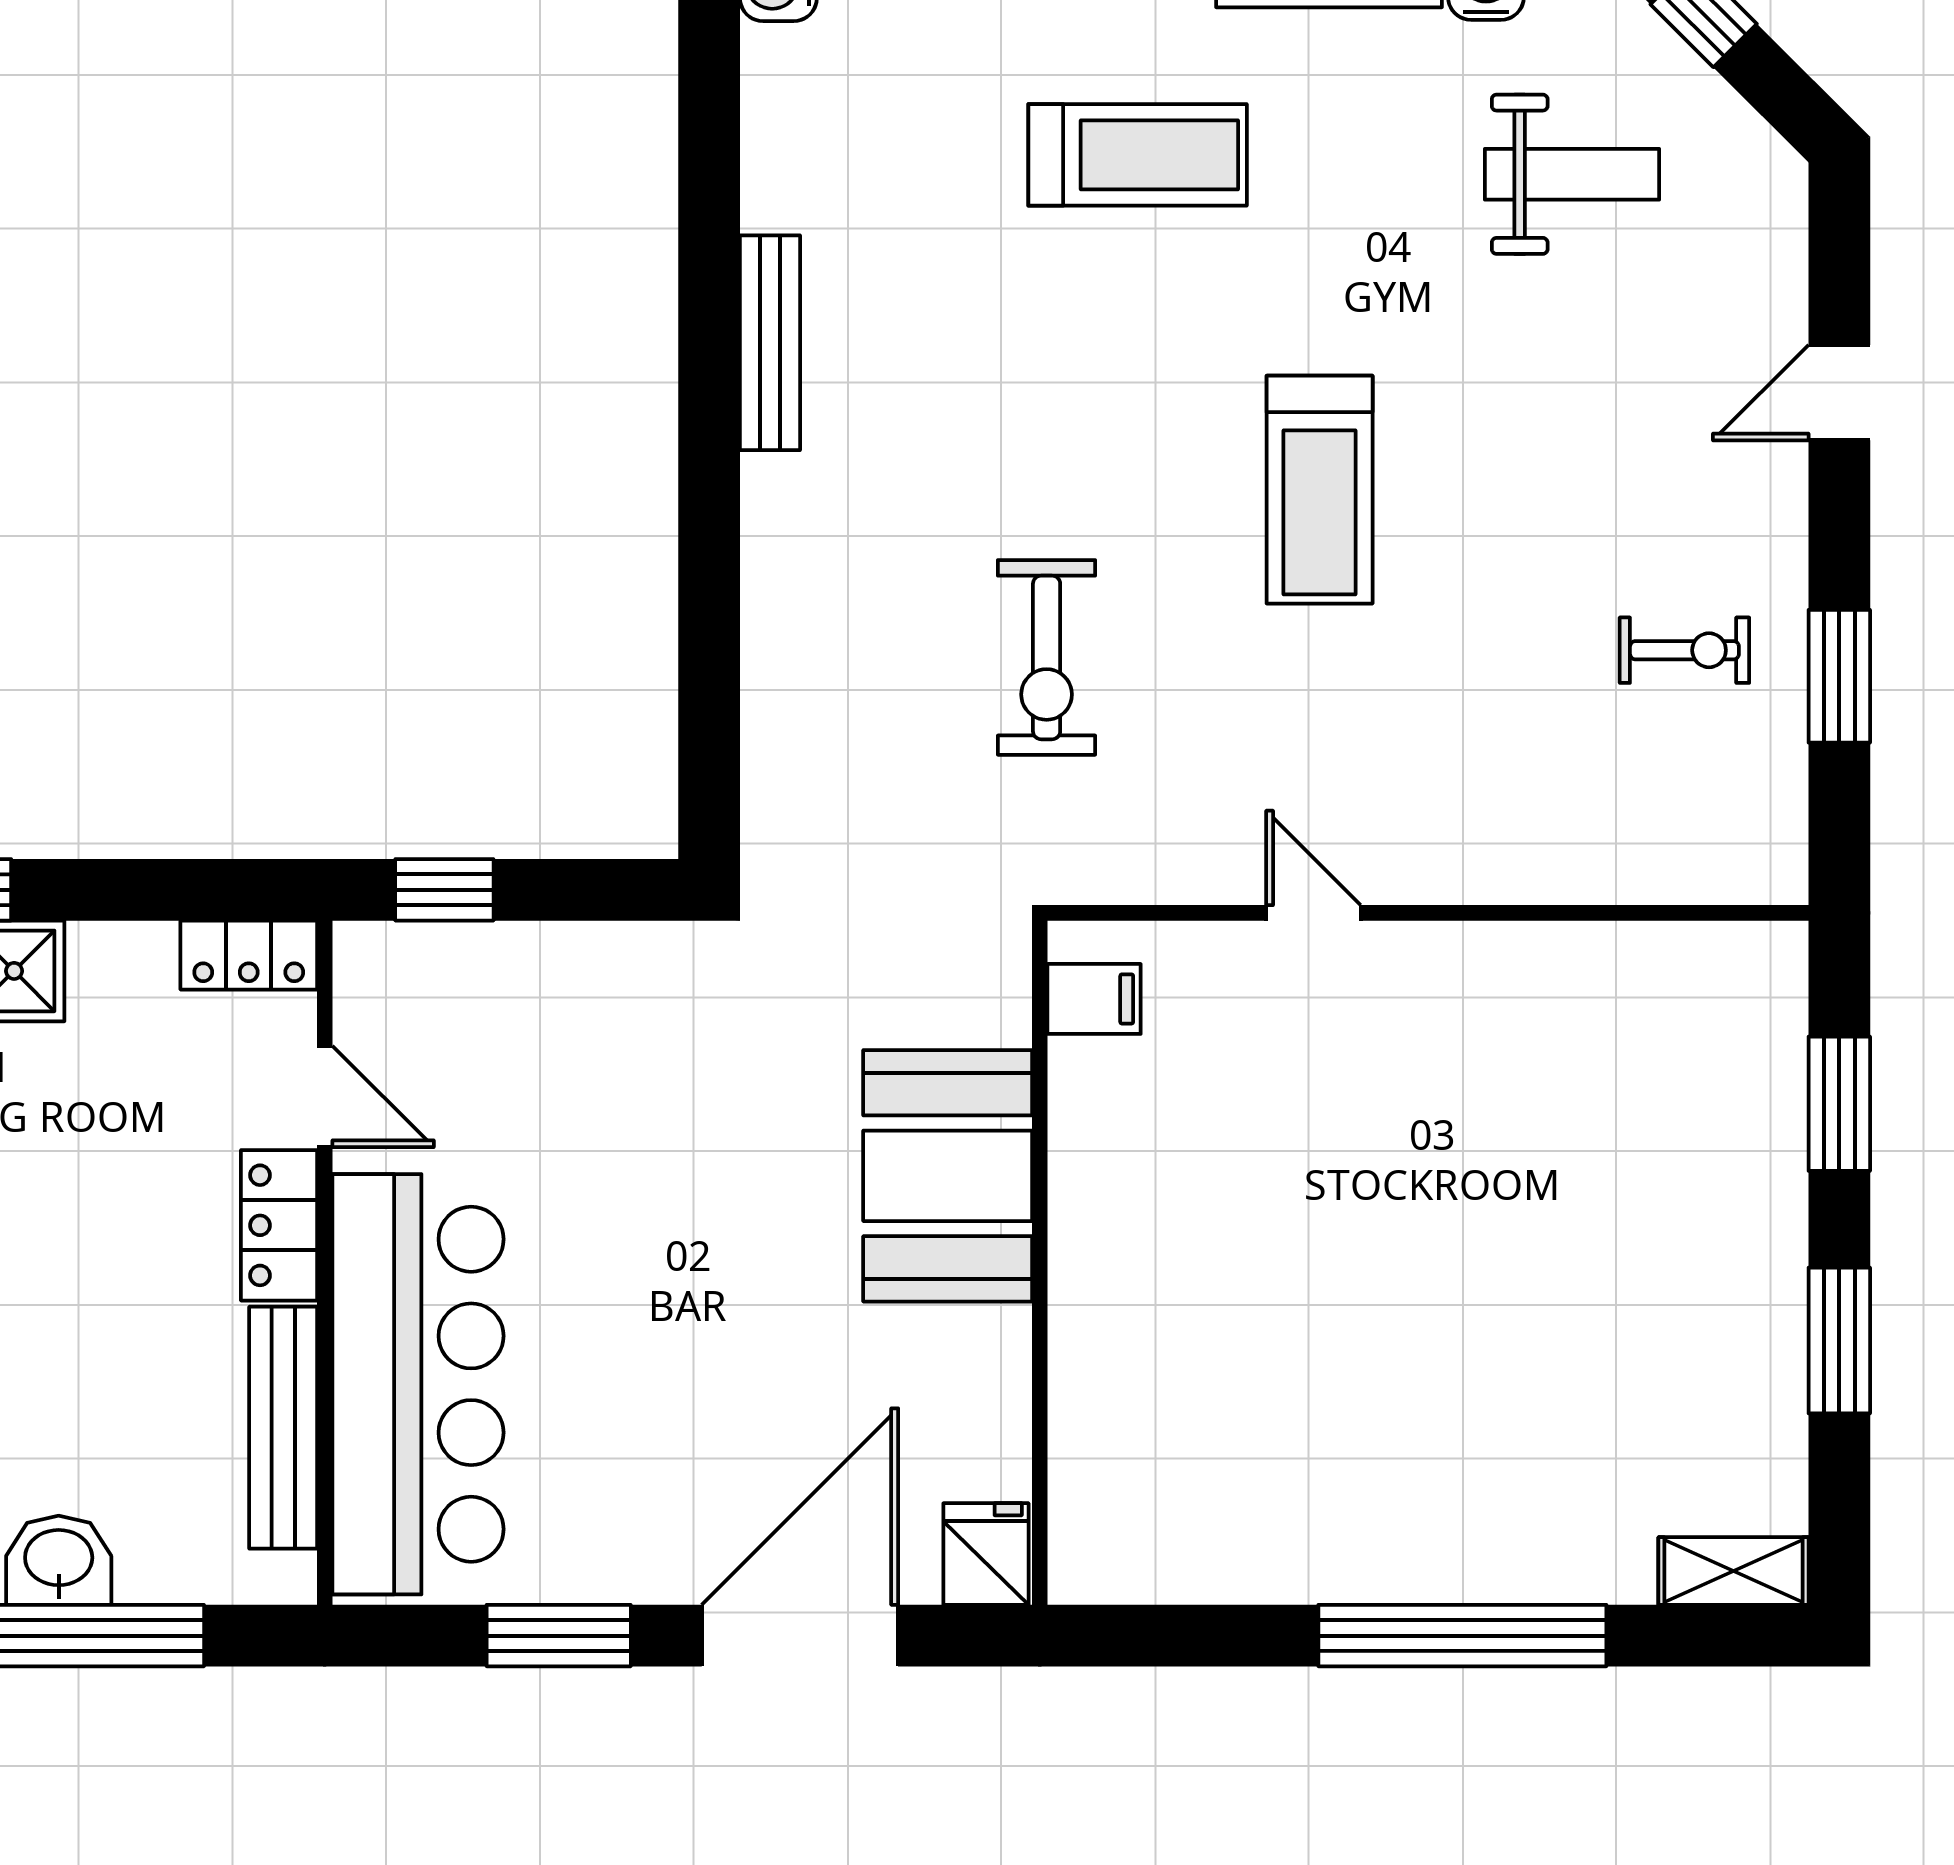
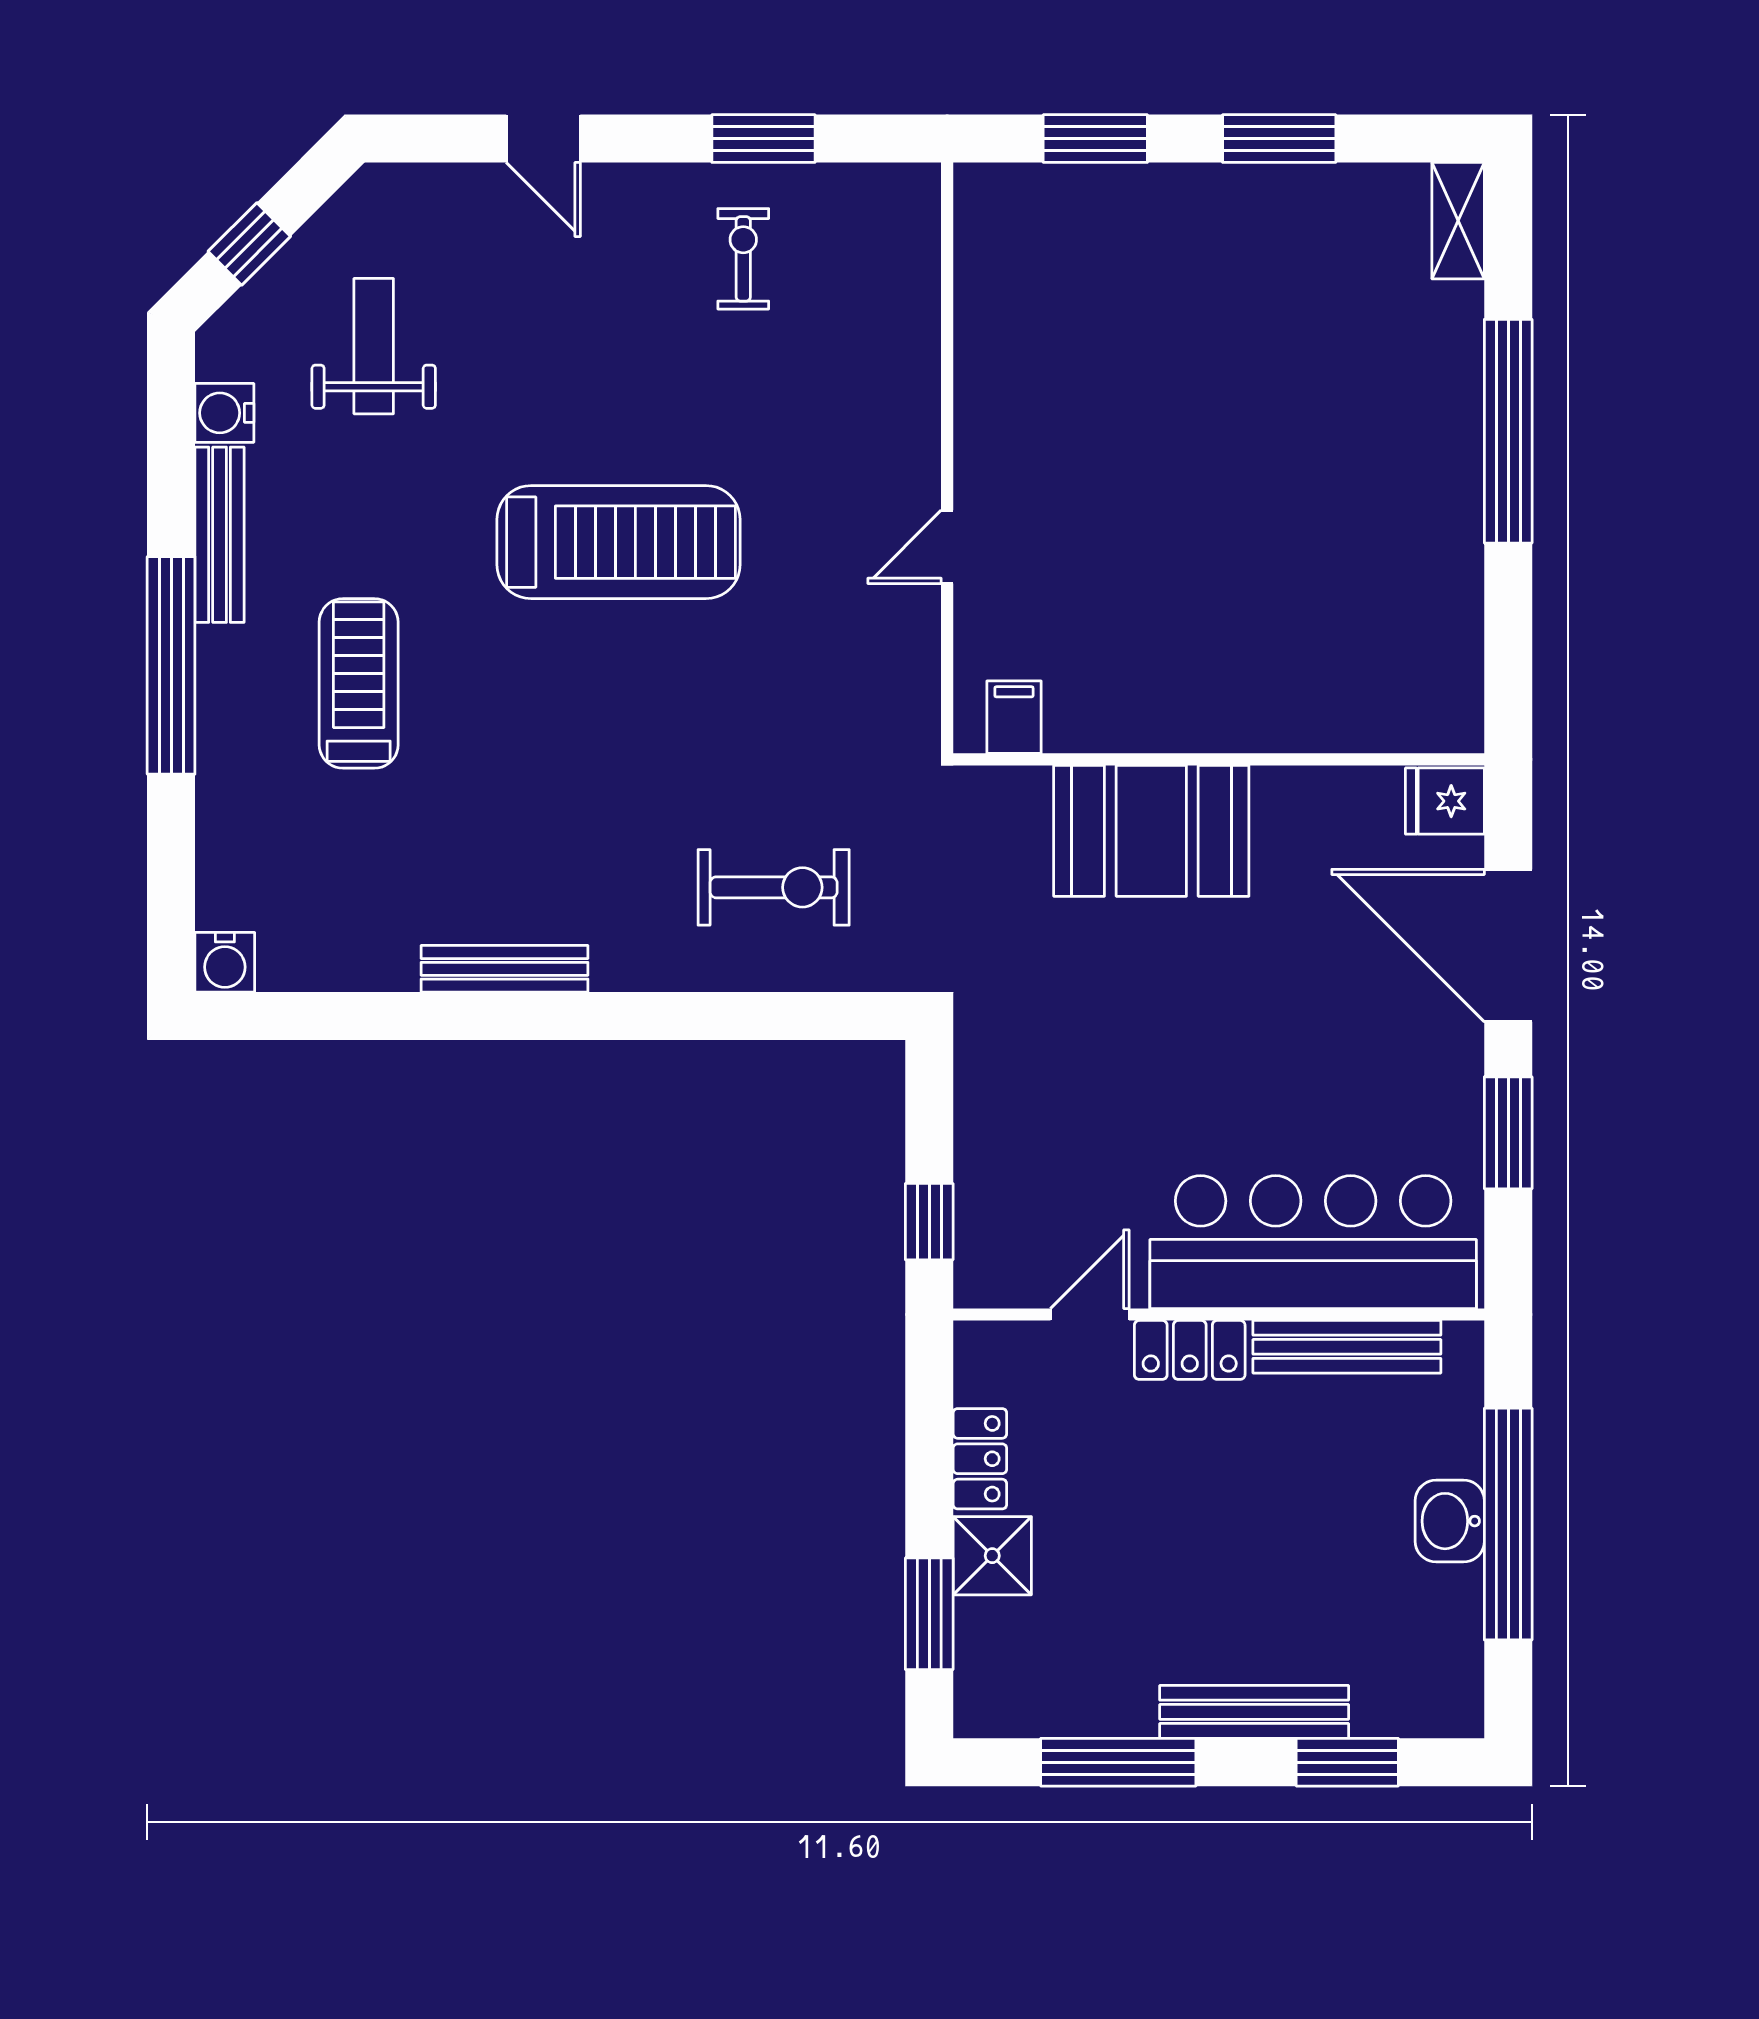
treadmill: (1320, 490) -> (619, 542), width x1.37, depth x1.38
exercise bike: (1047, 657) -> (774, 887), moved
locker: (249, 955) -> (980, 1459), moved

